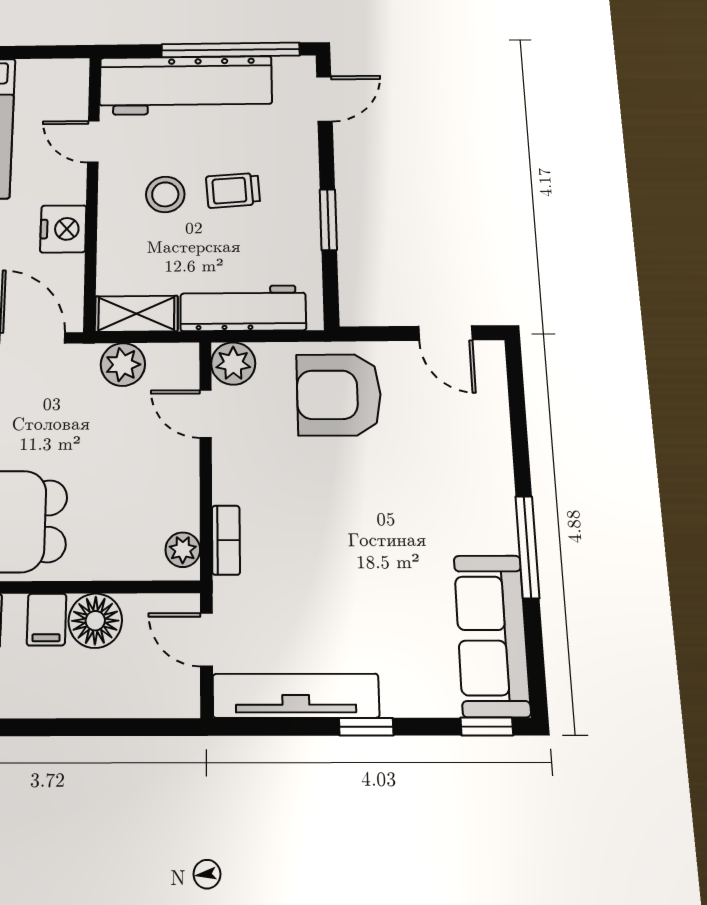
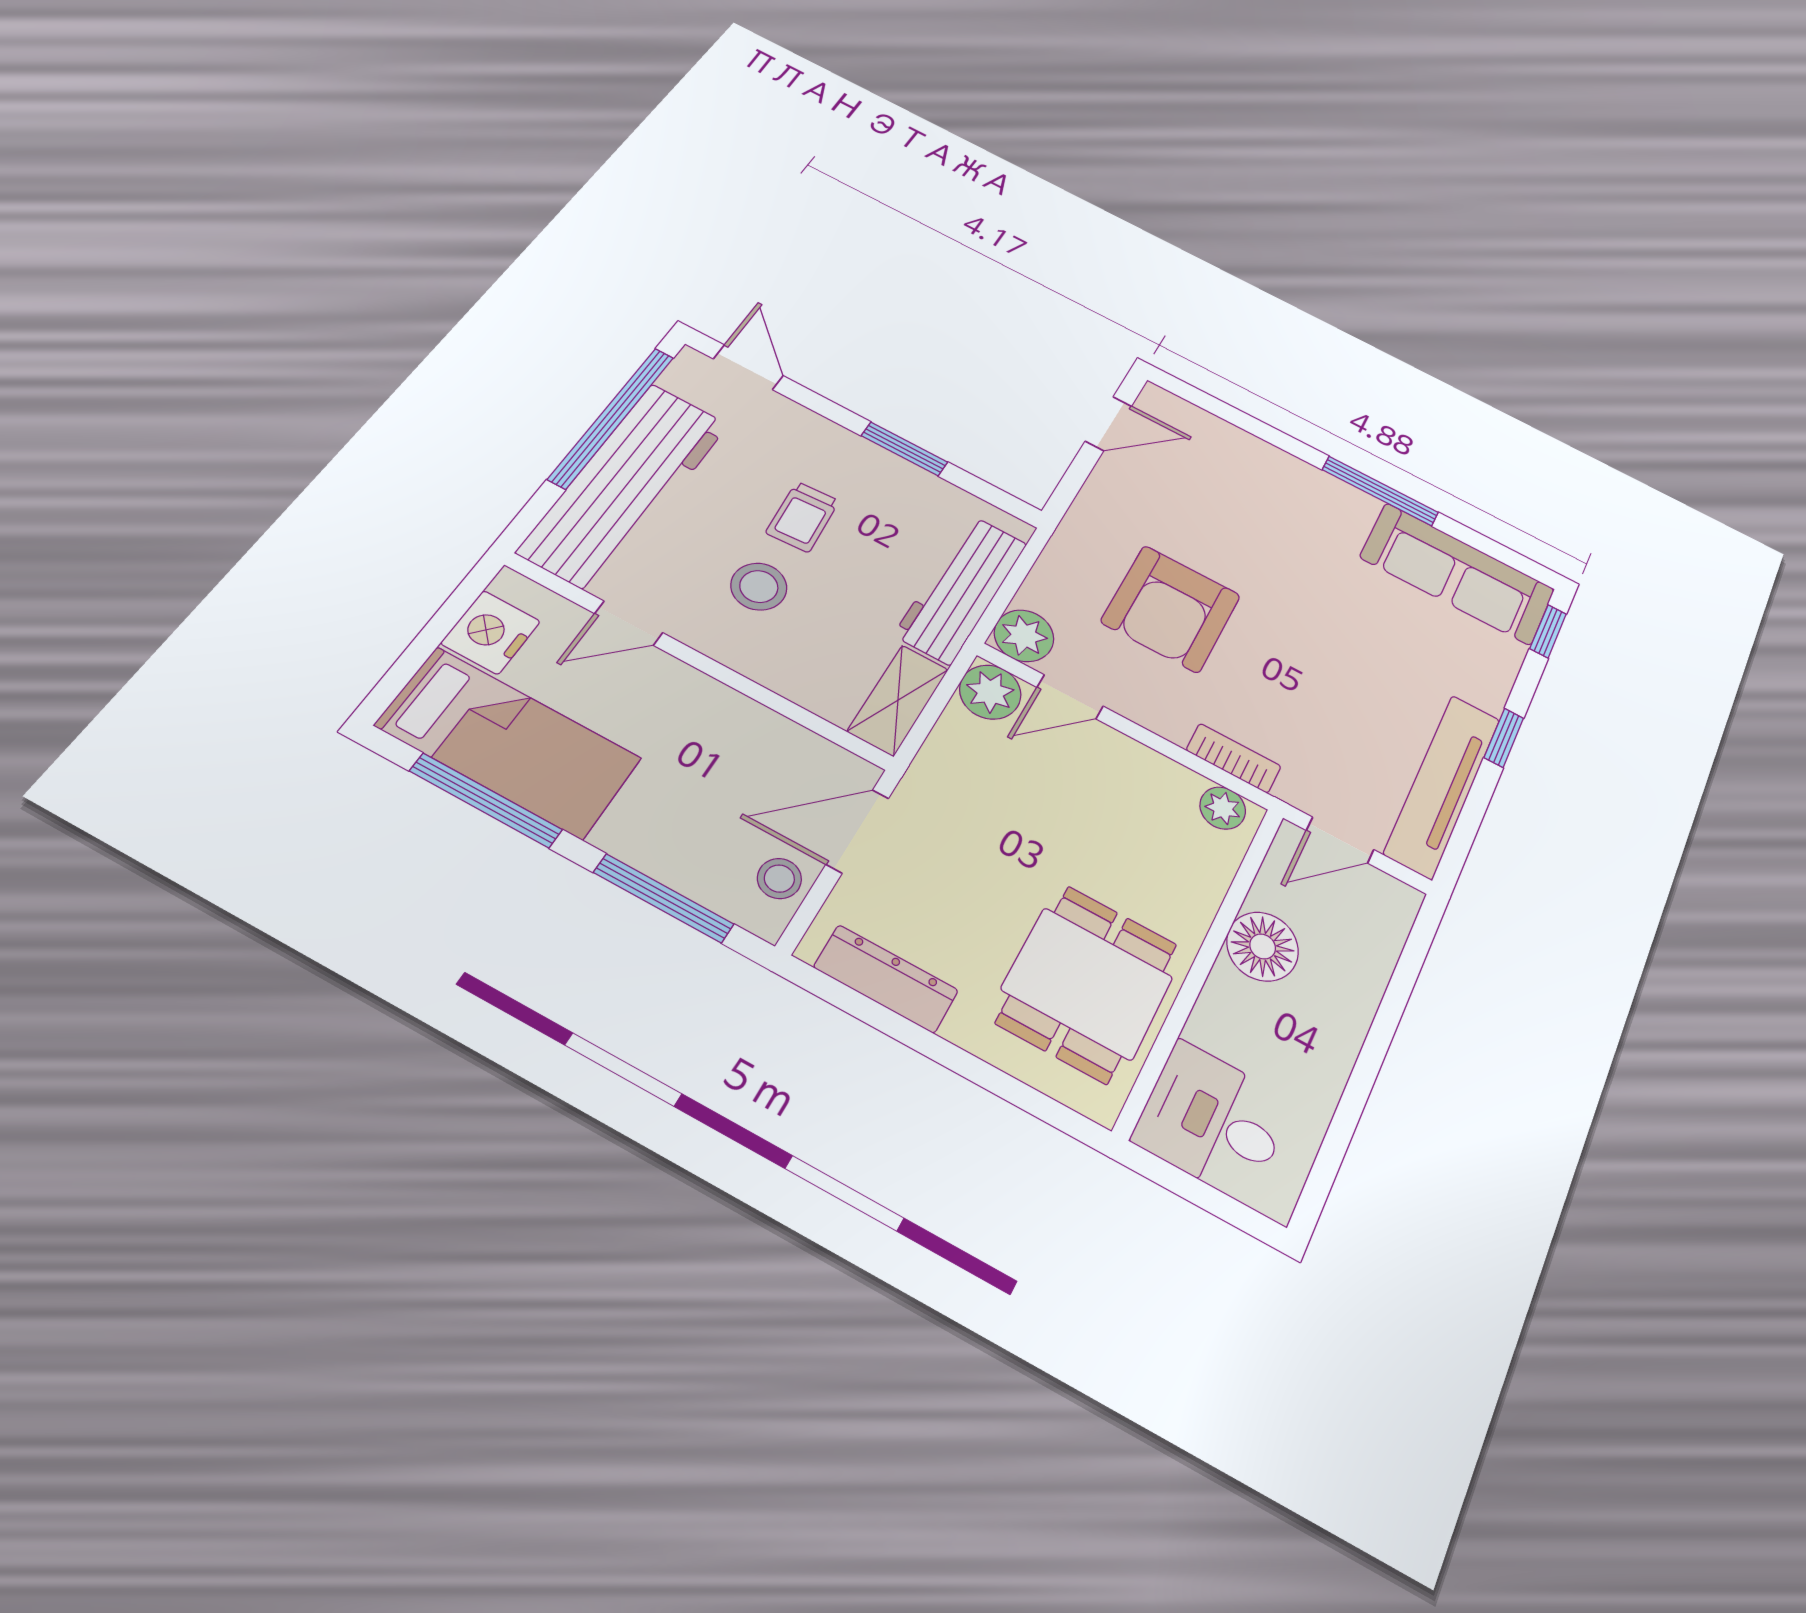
nightstand: (63, 229) -> (491, 632), moved, turned -90
plant: (123, 364) -> (990, 692), moved
armchair: (339, 395) -> (1171, 609), moved
filing cabinet: (47, 620) -> (1235, 1001), removed

